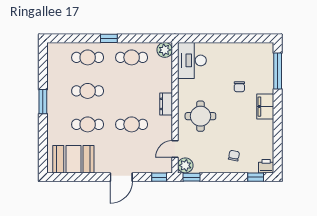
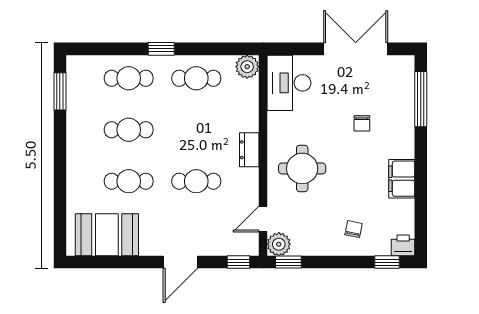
double door: (235, 38) -> (356, 49), added
window: (43, 102) -> (60, 91), moved
filing cabinet: (265, 107) -> (402, 179), moved

